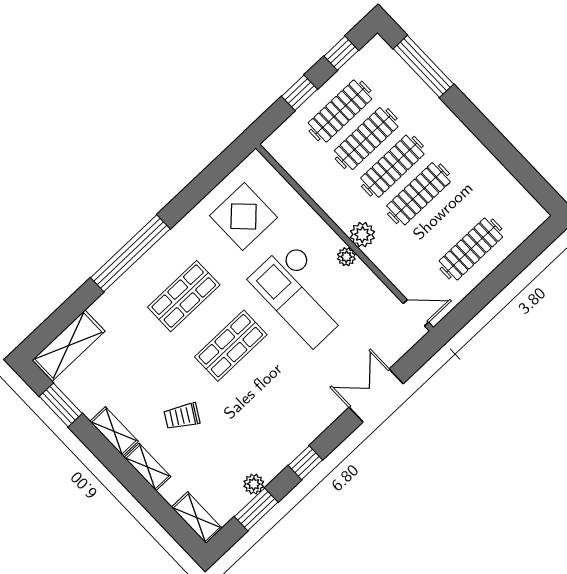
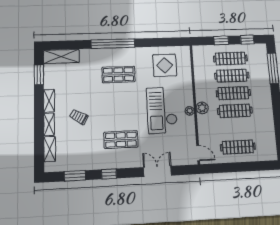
shop shelf: (231, 346) -> (121, 140), moved
plant: (254, 484) -> (83, 165), removed
shelving: (197, 518) -> (50, 149), moved

